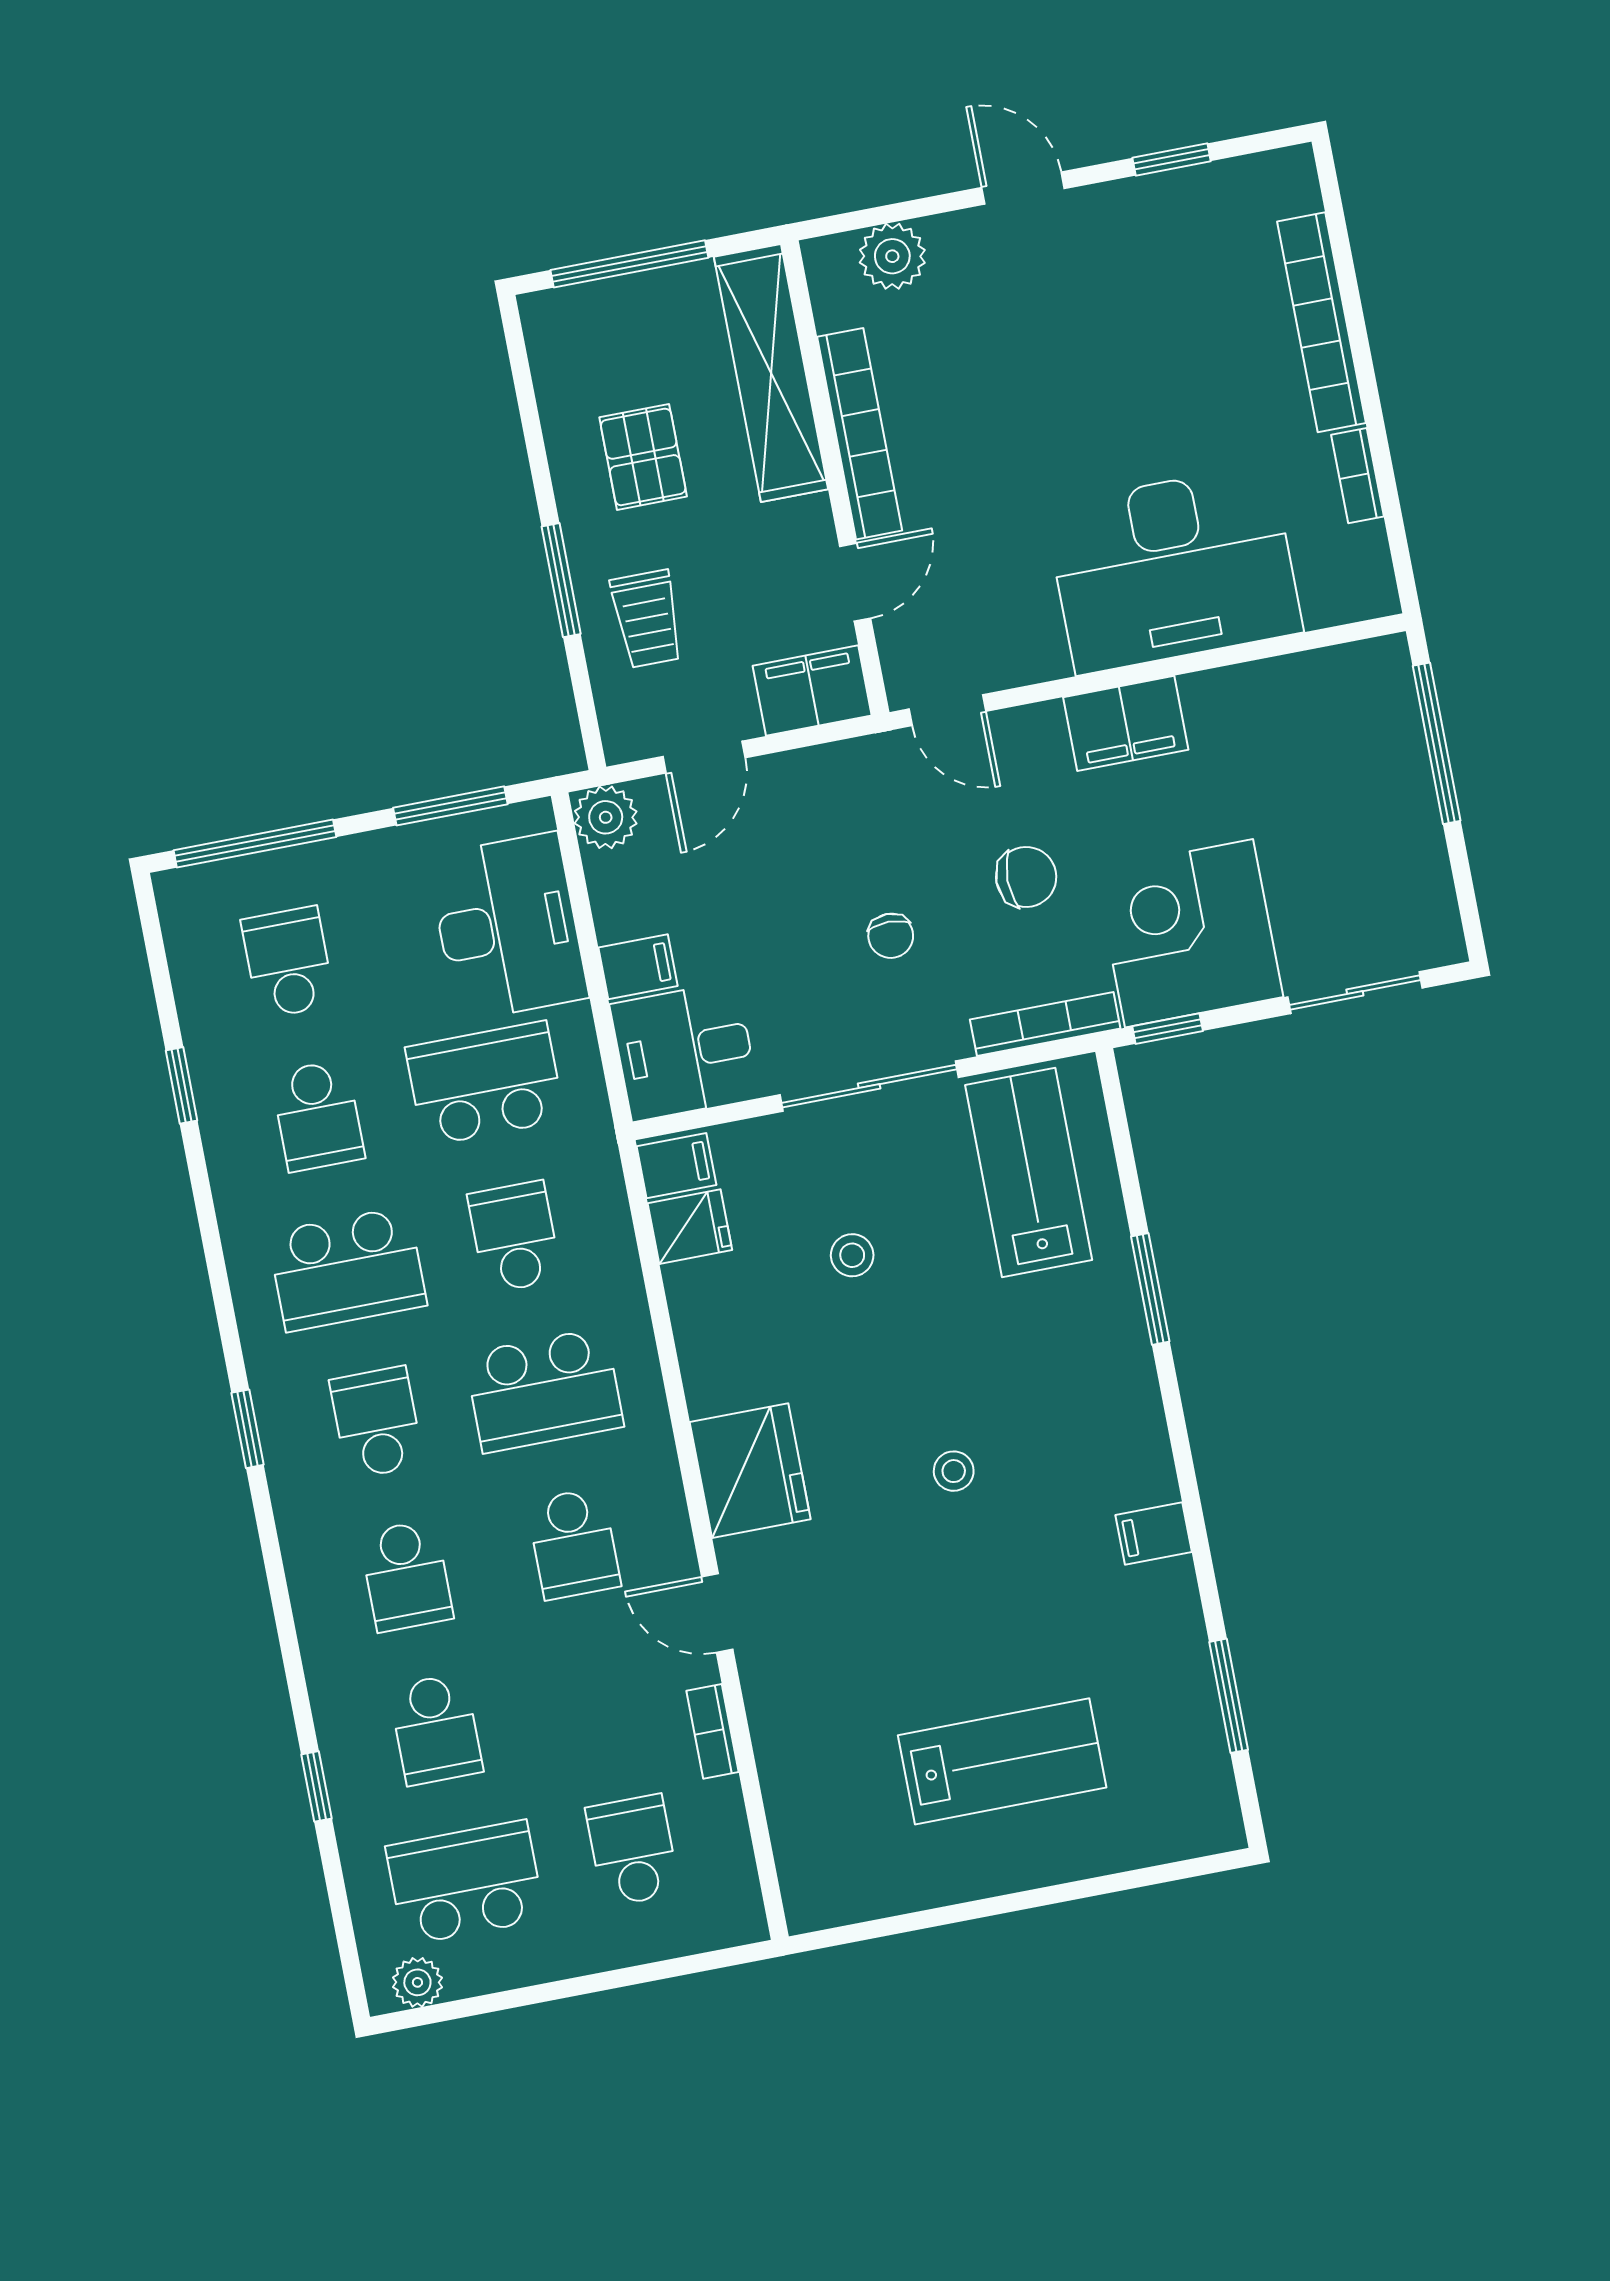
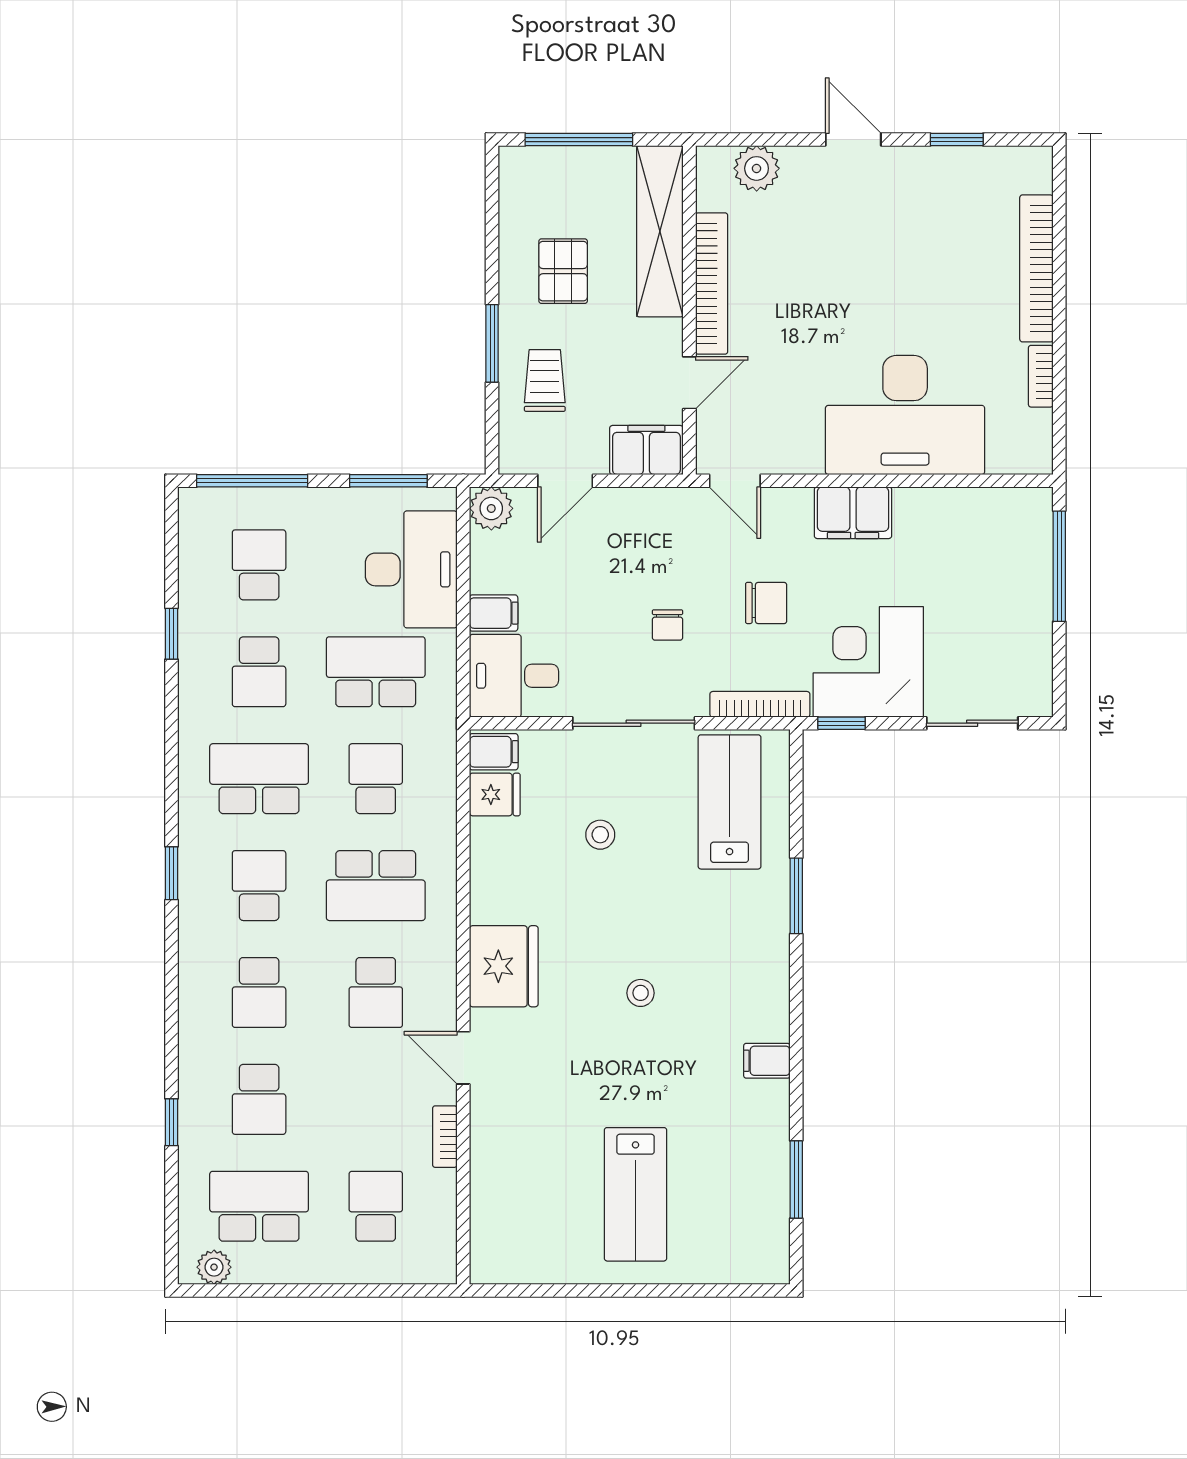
trolley: (647, 619) -> (545, 380), turned 180
school desk: (347, 1269) -> (259, 779), turned 180
lab bench: (1002, 1761) -> (636, 1194), turned 90

